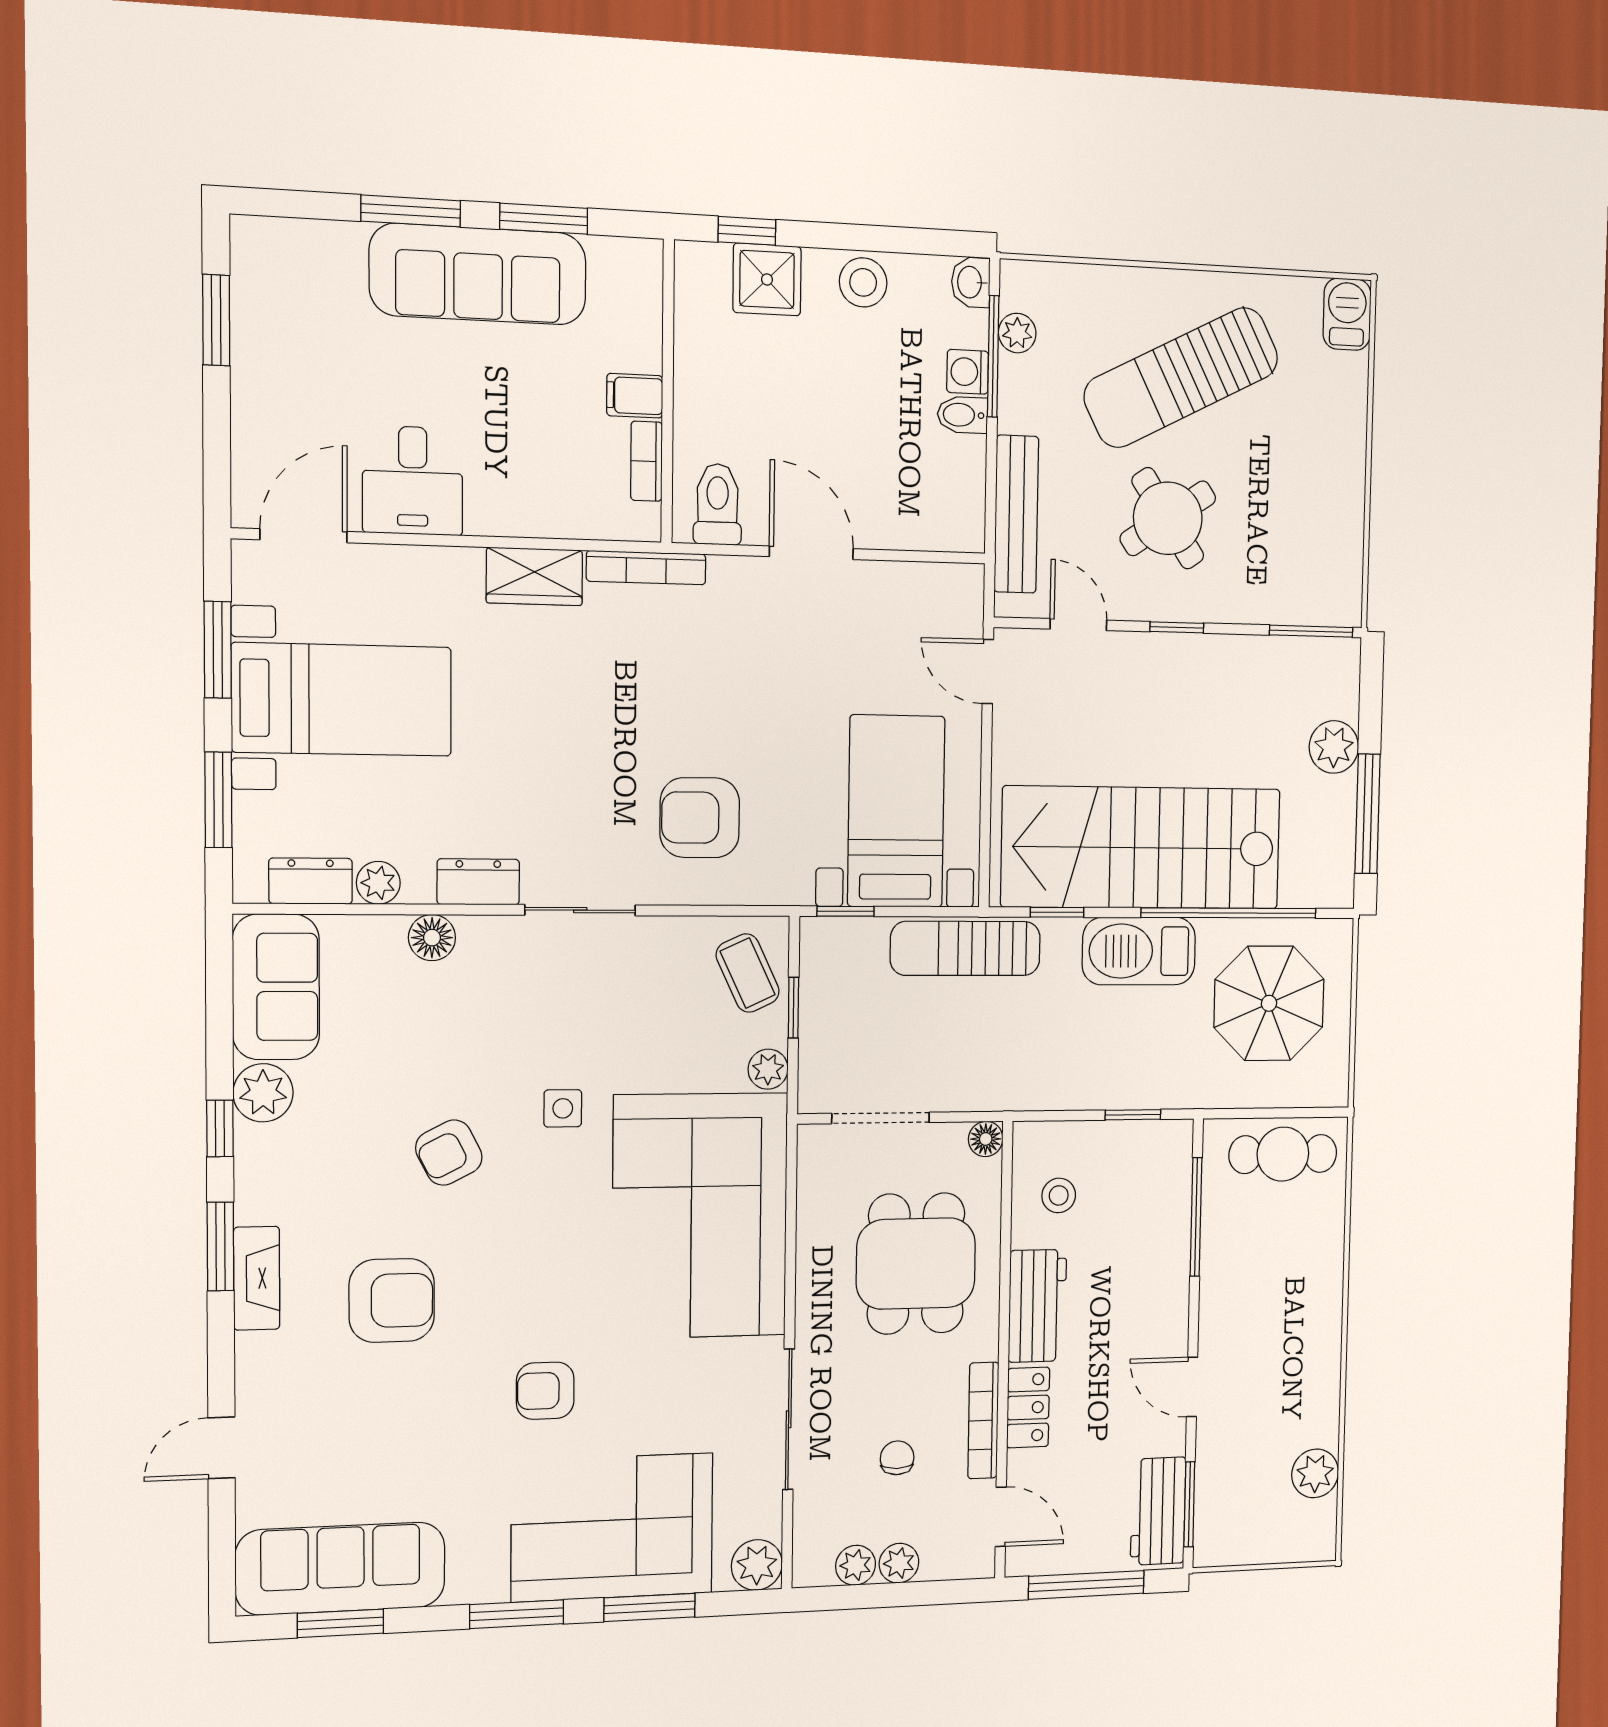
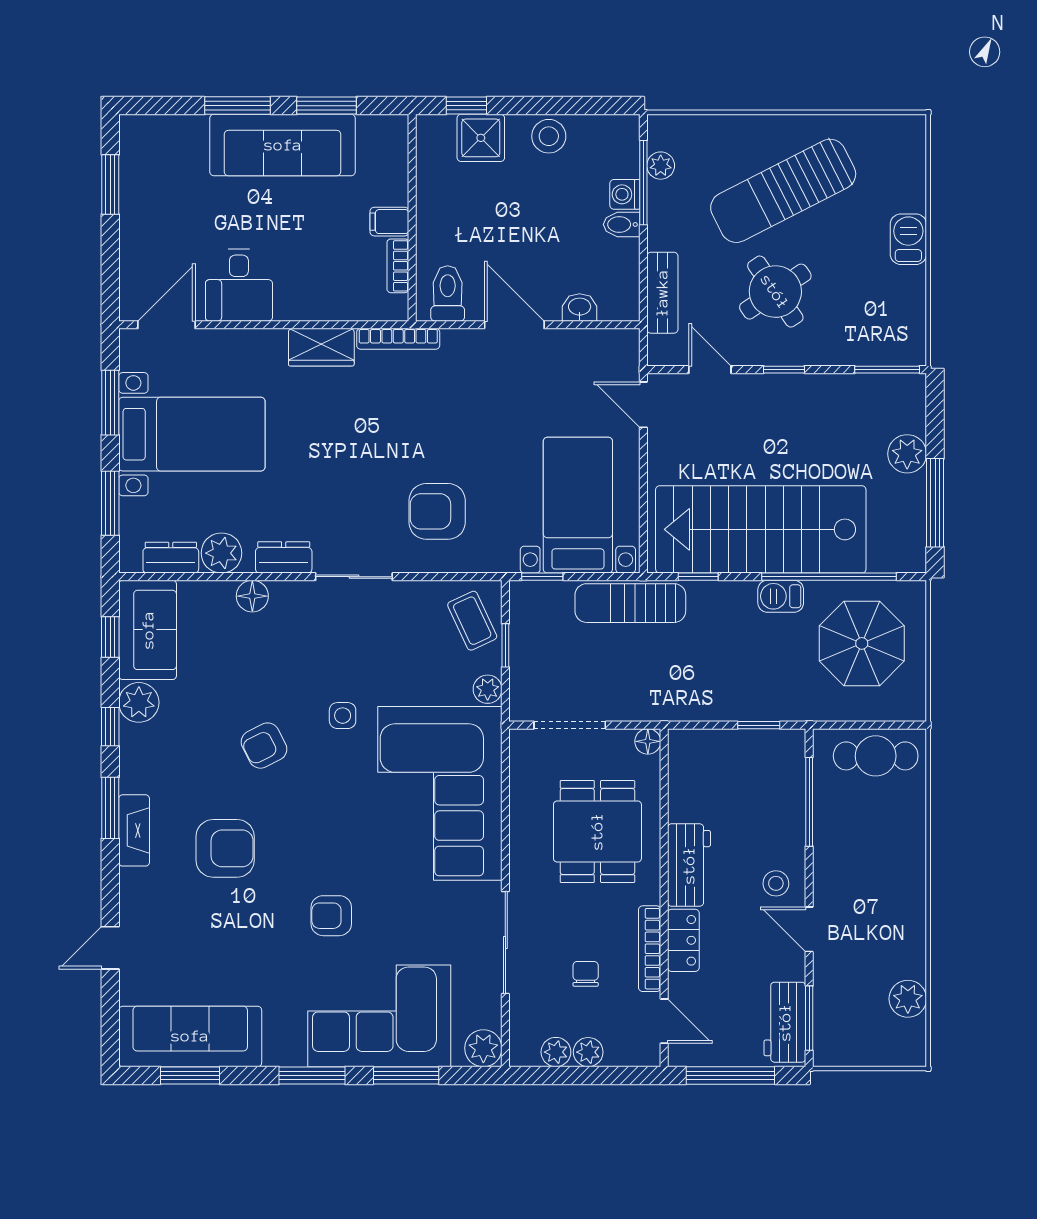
washbasin: (971, 282) -> (580, 307), moved, turned 90
barbecue: (1347, 314) -> (908, 239), moved
bench: (1016, 514) -> (662, 293), width x0.73
plant: (378, 883) -> (221, 553), width x1.38, depth x1.38
barbecue: (1139, 951) -> (781, 596), width x0.53, depth x0.65
window: (219, 997) -> (110, 637), added
stool: (1059, 1195) -> (776, 883), moved

